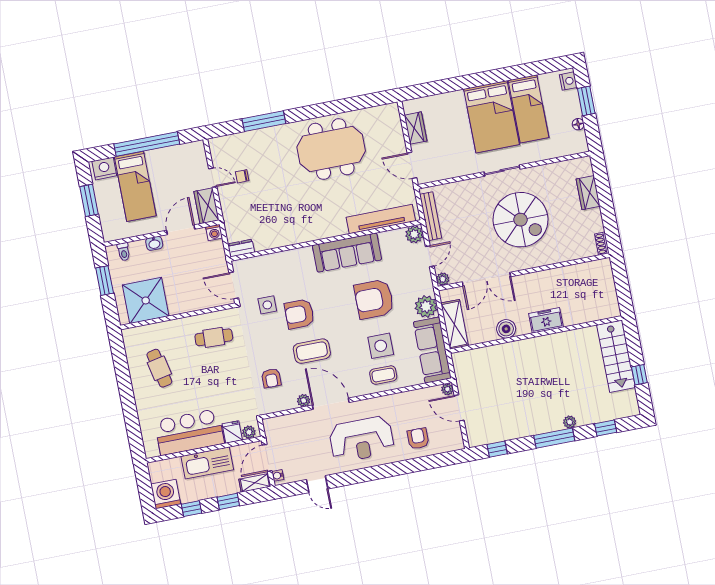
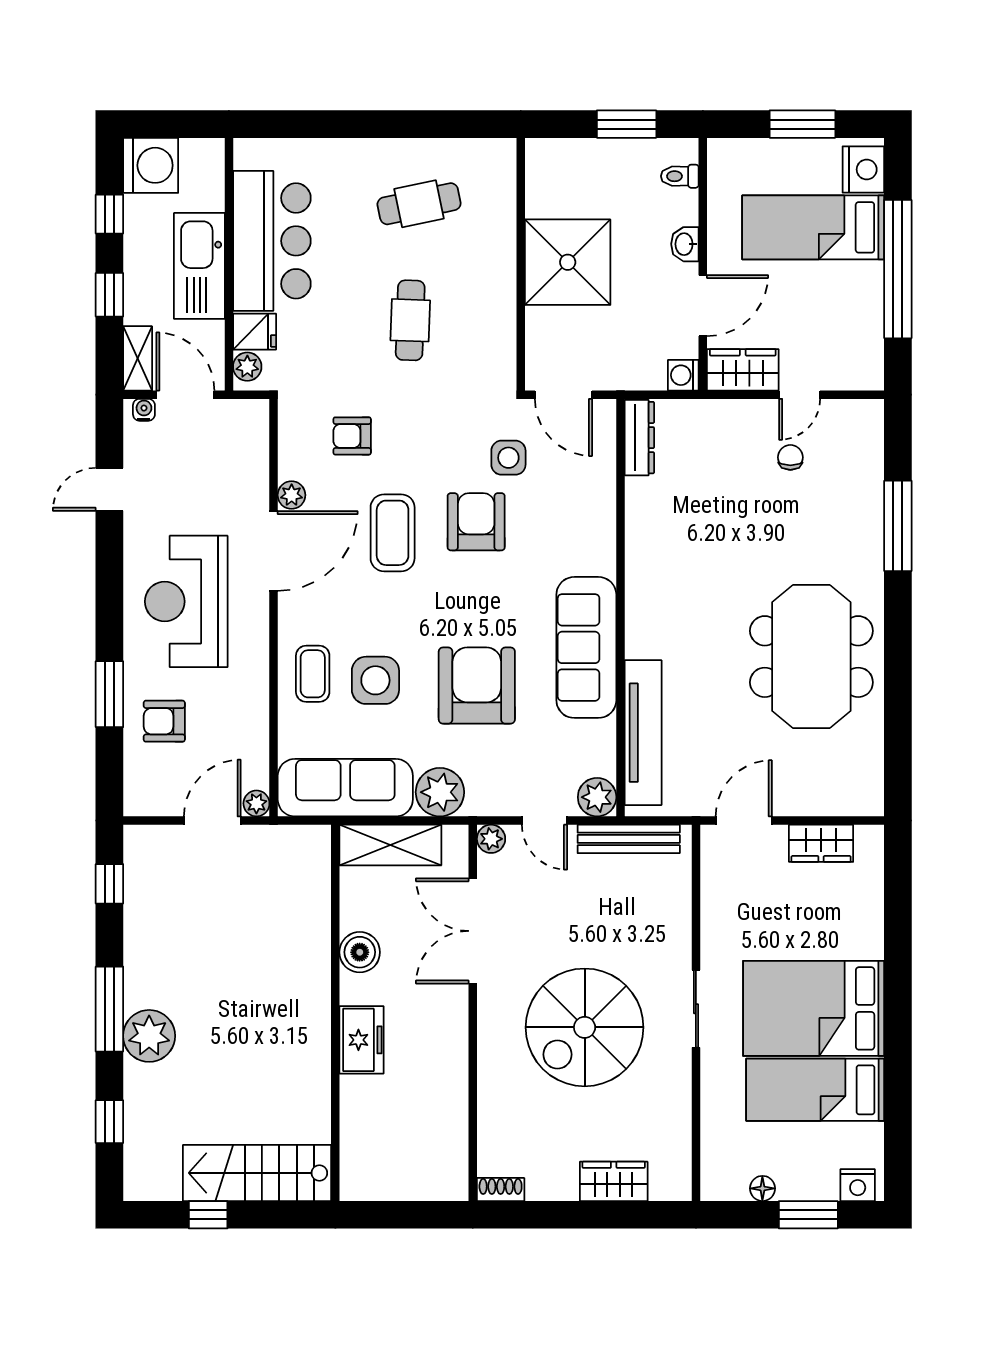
door: (181, 230) -> (703, 306), hinge flipped
dresser: (241, 248) -> (639, 438), width x1.44
door: (234, 285) -> (563, 395), swing flipped
shower: (146, 300) -> (568, 262), moved
cafe table: (214, 337) -> (410, 320), moved
plant: (570, 422) -> (149, 1036), width x1.88, depth x1.88
armchair: (418, 439) -> (164, 721), turned 180
window: (411, 466) -> (109, 694), added

